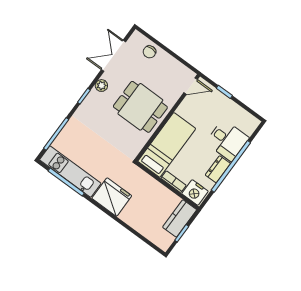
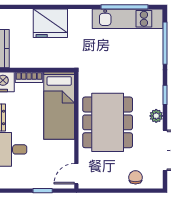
dining table: (140, 107) -> (108, 122), width x1.37
fridge: (112, 197) -> (50, 23), moved

